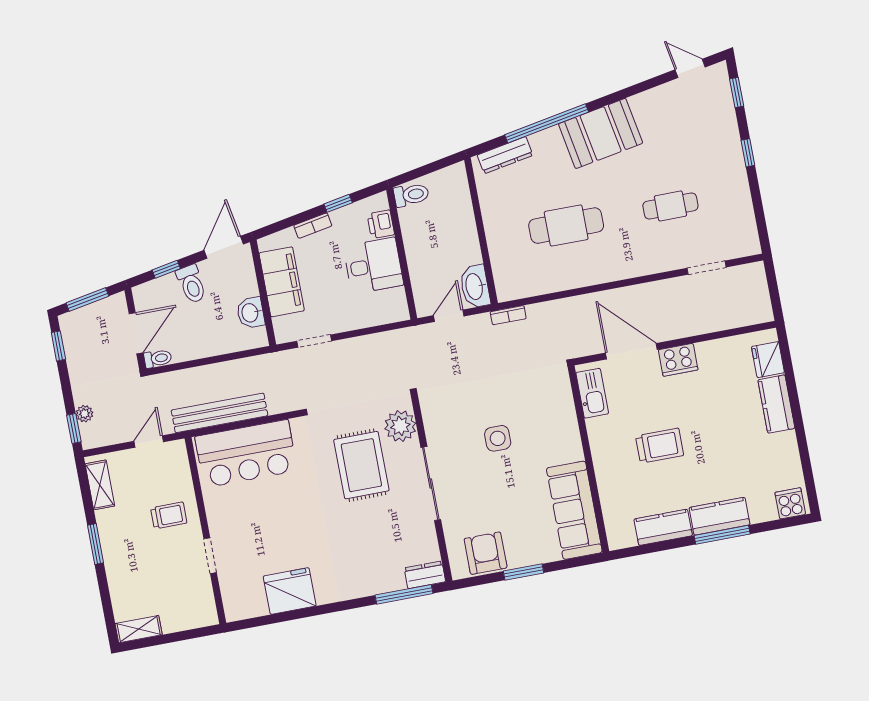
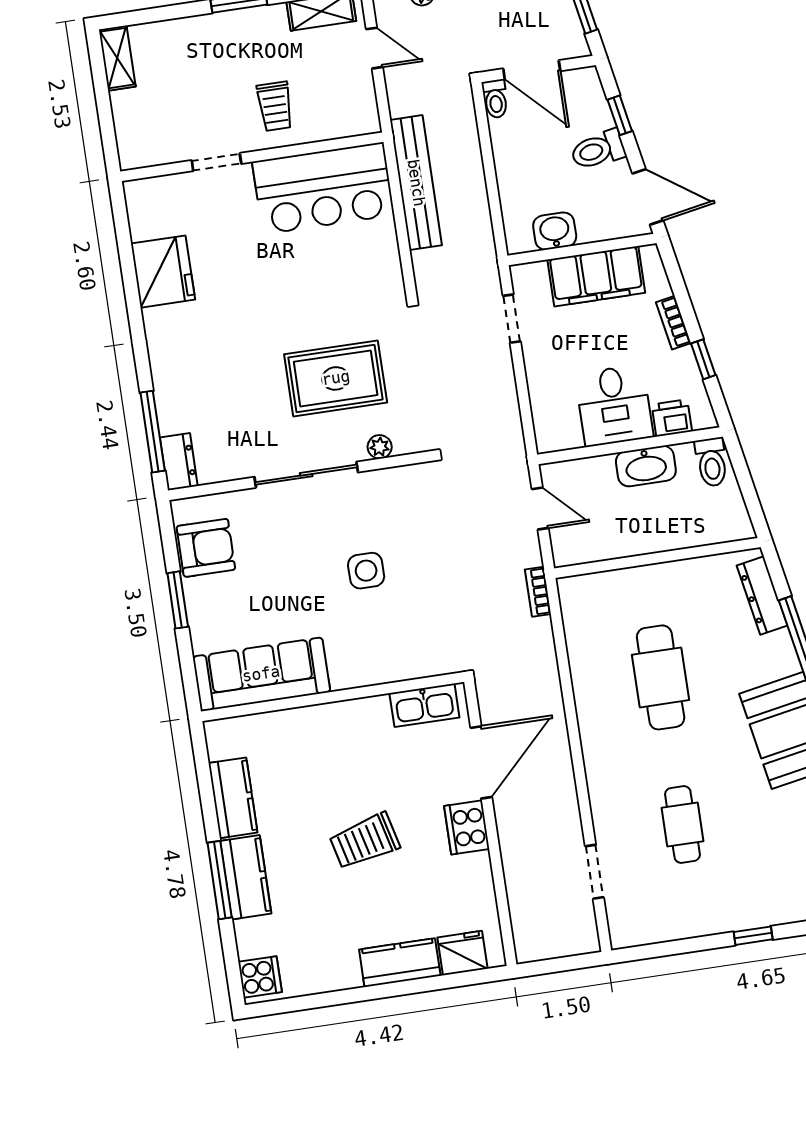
washbasin: (475, 286) -> (646, 466), moved, turned 180
plant: (400, 426) -> (380, 447), width x0.53, depth x0.53
door: (149, 442) -> (374, 48), moved
trolley: (660, 446) -> (365, 841), moved, turned 76
bar counter: (246, 454) -> (323, 188), moved, turned -90

